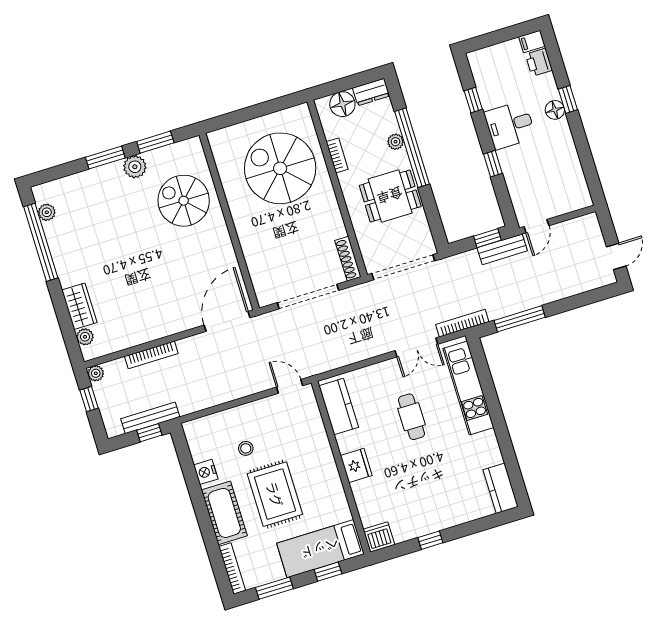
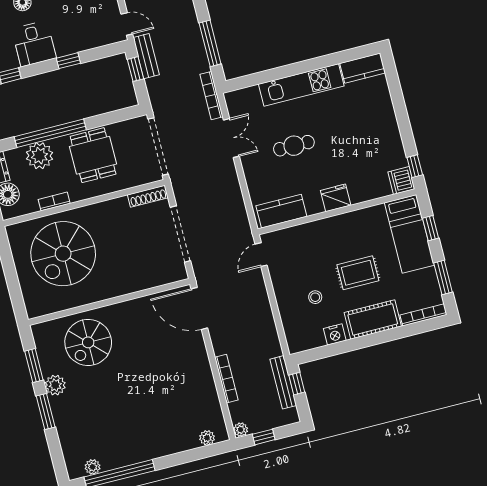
plant: (396, 142) -> (40, 156), width x1.88, depth x1.88
wardrobe: (79, 306) -> (179, 442), removed
kitchen unit: (468, 388) -> (301, 85), moved
rug: (275, 494) -> (358, 273), width x0.73, depth x0.70
window: (430, 540) -> (415, 166), moved

